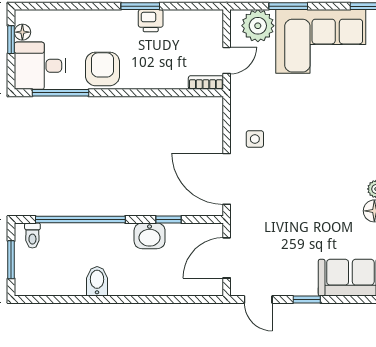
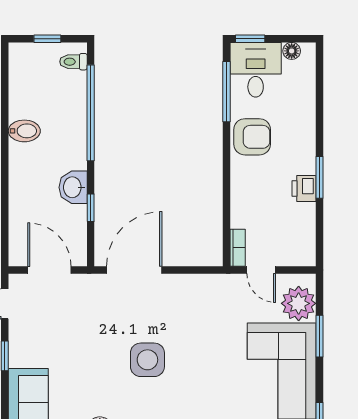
window: (11, 40) -> (250, 39), moved
side table: (255, 139) -> (147, 360), moved, width x1.87, depth x1.87
window: (11, 260) -> (47, 39), width x0.67

